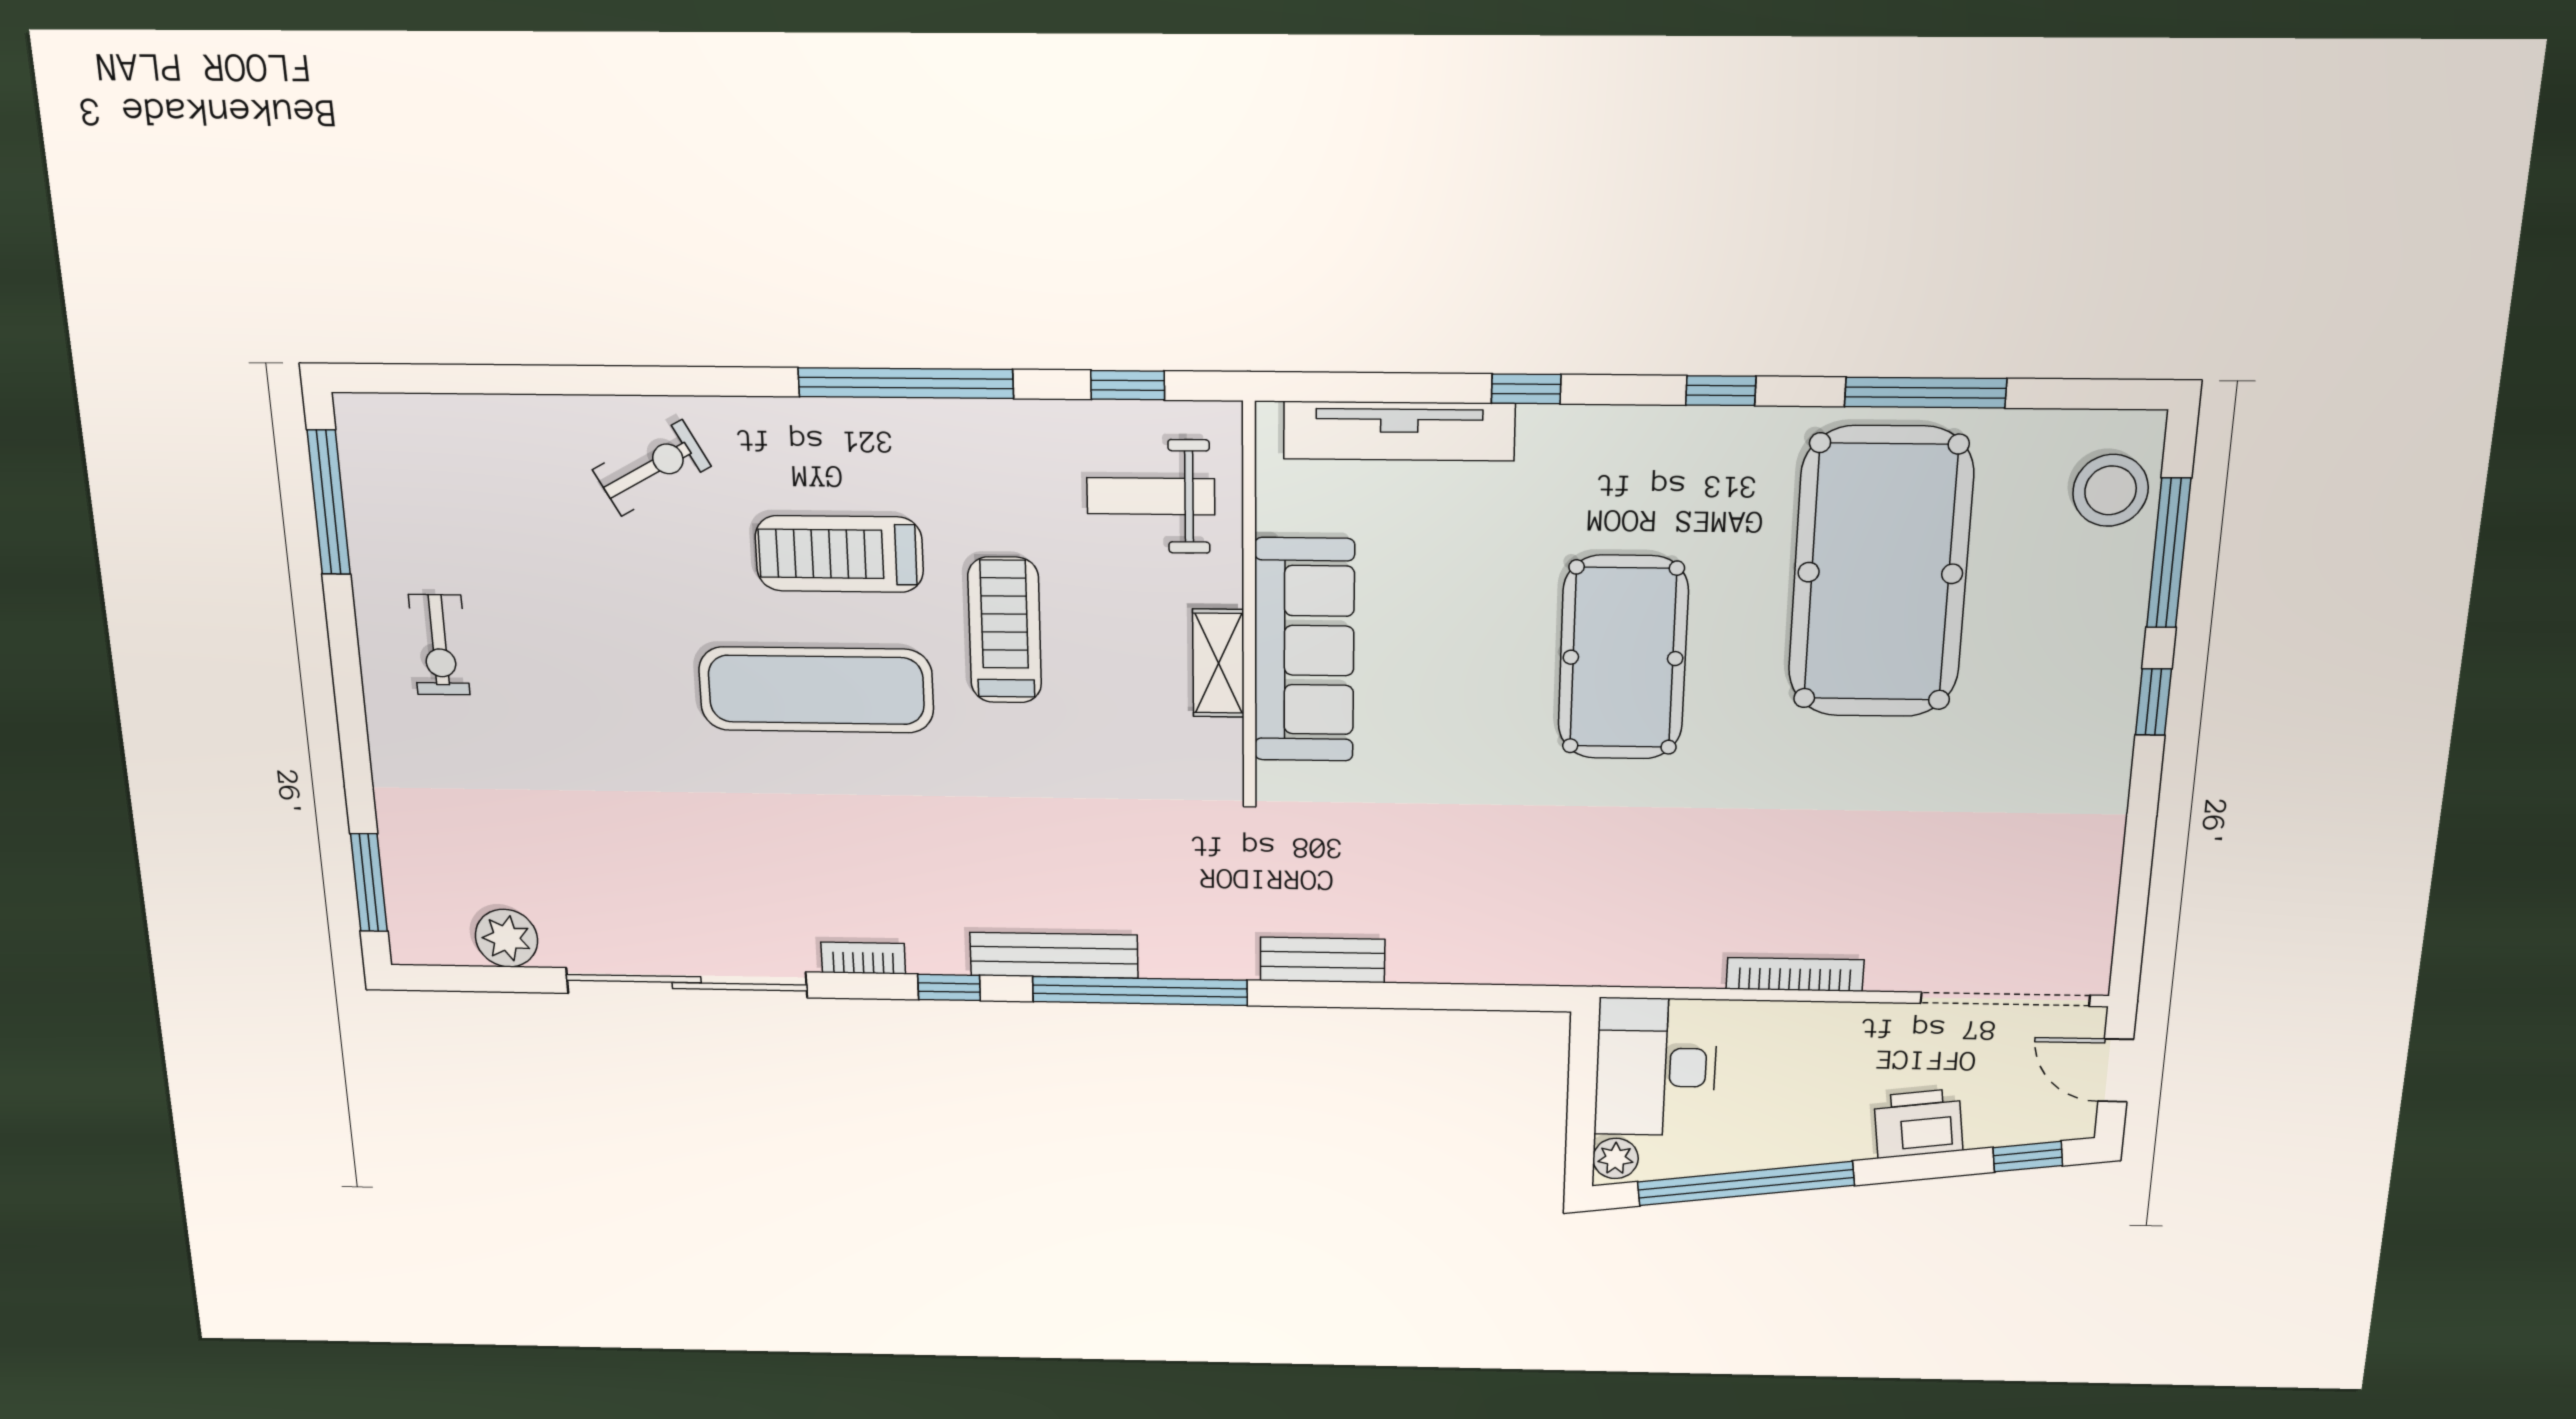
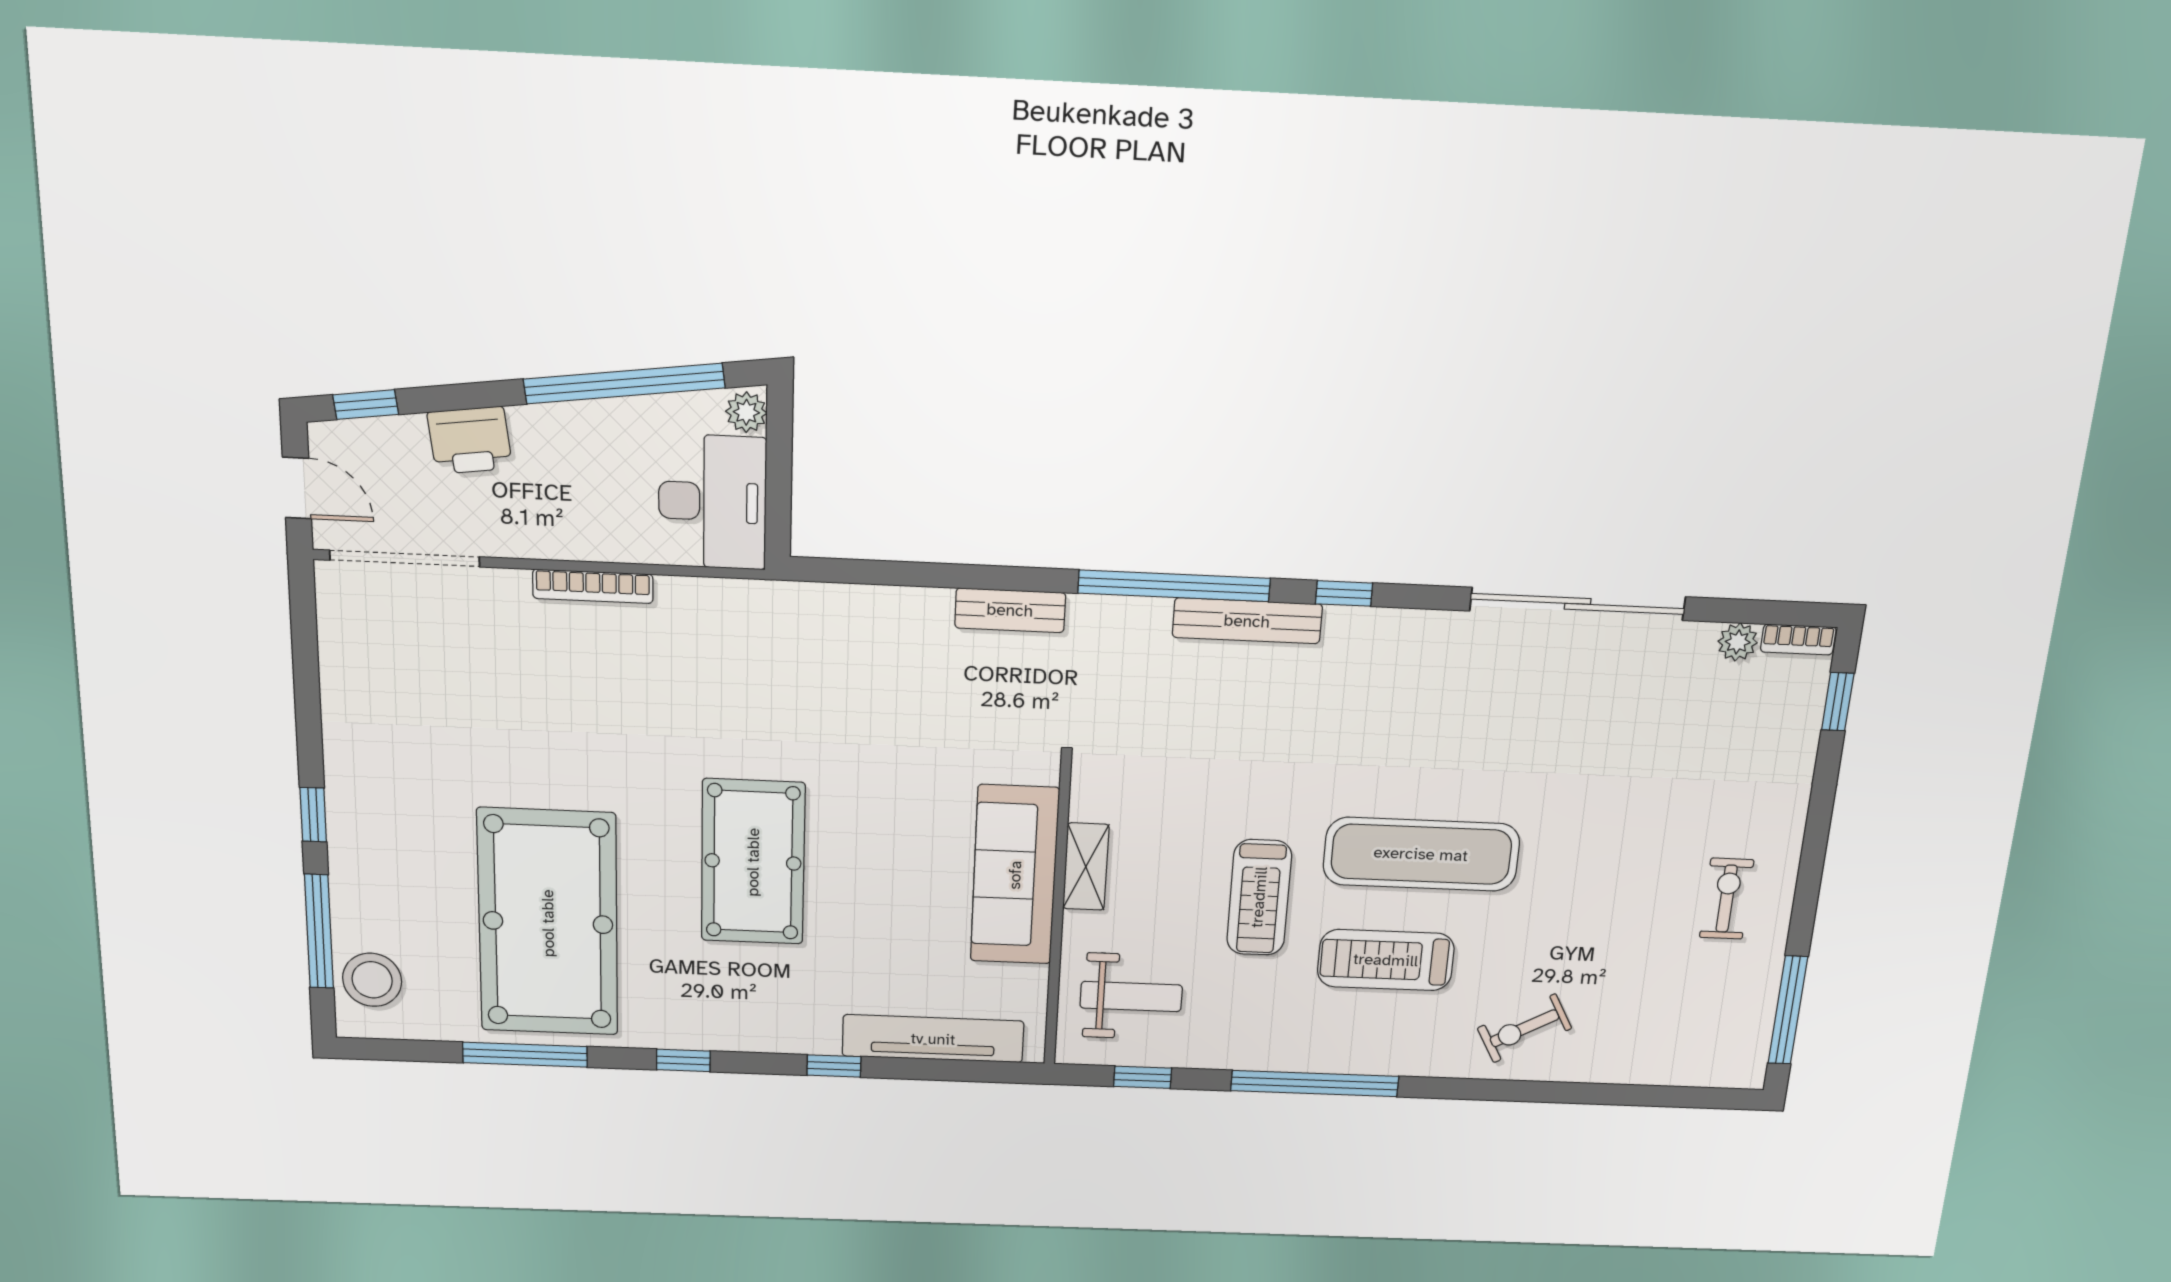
treadmill: (839, 554) -> (1386, 960), turned 180
window: (369, 883) -> (1838, 702), width x0.67
plant: (506, 938) -> (1738, 642), width x0.73, depth x0.73
bookcase: (863, 958) -> (1798, 639), moved

